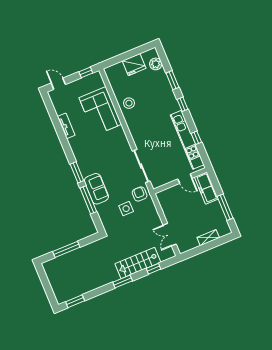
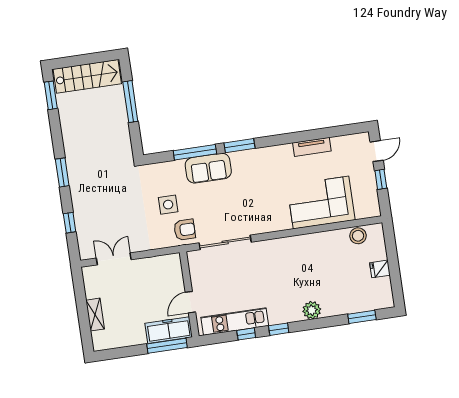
plant: (156, 64) -> (312, 310), moved
fridge: (134, 65) -> (380, 269), width x0.53, depth x0.75
window: (86, 72) -> (381, 179), moved
window: (172, 80) -> (362, 317), moved
stool: (129, 103) -> (358, 236), moved
window: (182, 104) -> (279, 329), moved
kitchen unit: (187, 140) -> (235, 321), width x0.73
window: (225, 207) -> (167, 346), moved
stairs: (138, 263) -> (87, 76), moved, turned 90

